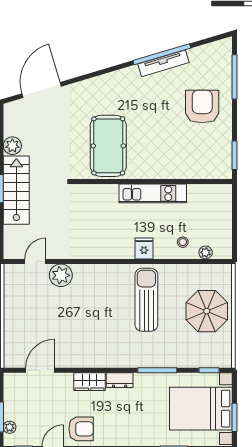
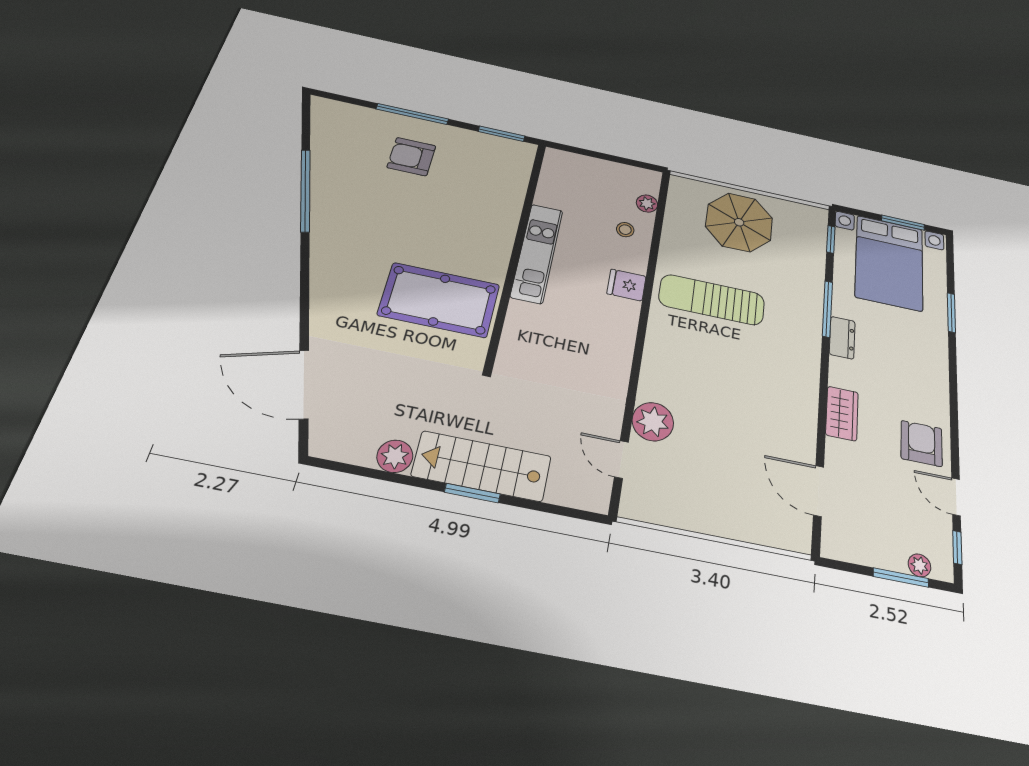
tv unit: (163, 63) -> (322, 191), removed
window: (235, 77) -> (412, 114), moved
armchair: (202, 107) -> (411, 157), width x0.73, depth x0.73
dresser: (120, 380) -> (842, 338), moved

